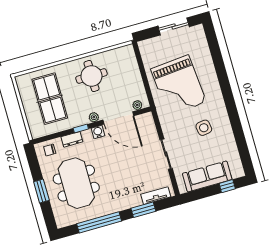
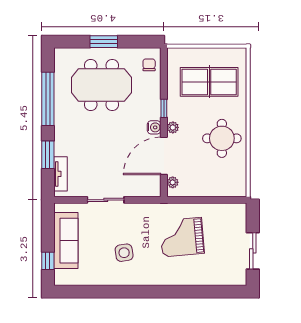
grand piano: (178, 85) -> (182, 237), width x0.73, depth x0.68
dresser: (72, 139) -> (154, 94), removed

